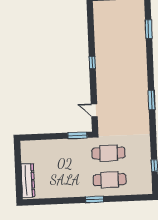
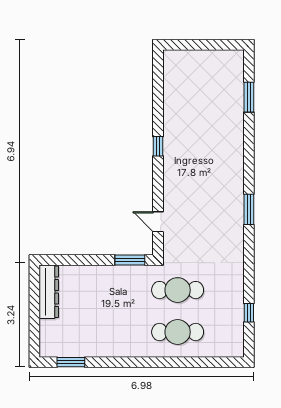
dresser: (28, 180) -> (49, 292), moved
window: (95, 199) -> (71, 362), moved

